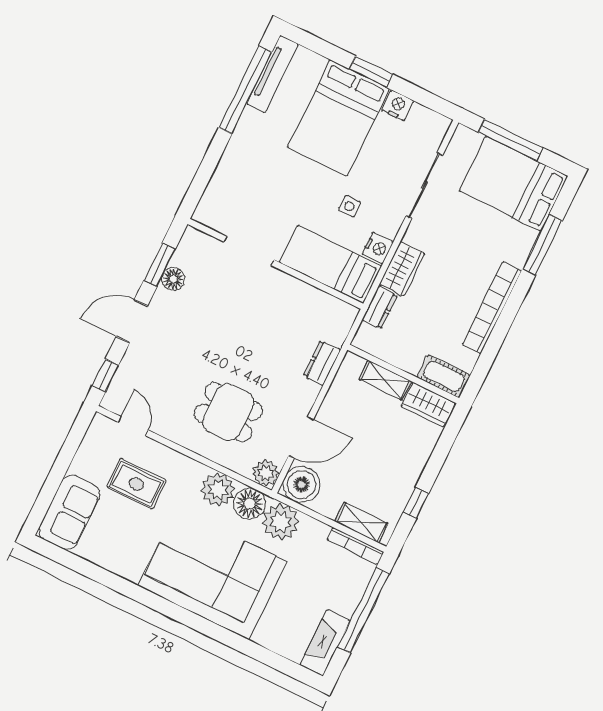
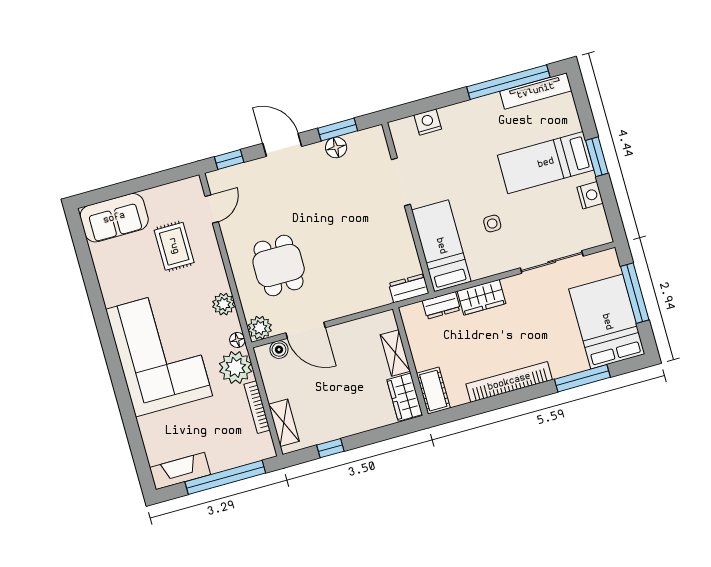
bed: (338, 118) -> (546, 163), width x0.67
nightstand: (378, 248) -> (428, 122), moved, turned 180
dresser: (322, 363) -> (409, 288), moved
boiler: (301, 484) -> (279, 350), width x0.54, depth x0.54
plant: (218, 490) -> (224, 304), width x0.73, depth x0.73
floor lamp: (250, 504) -> (237, 340), width x0.53, depth x0.53
bookcase: (355, 546) -> (257, 407), moved

